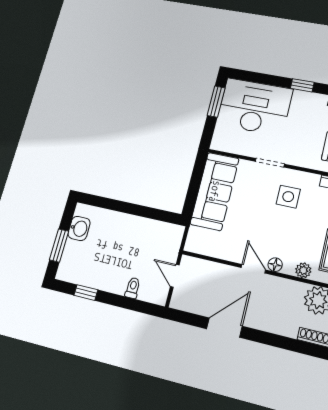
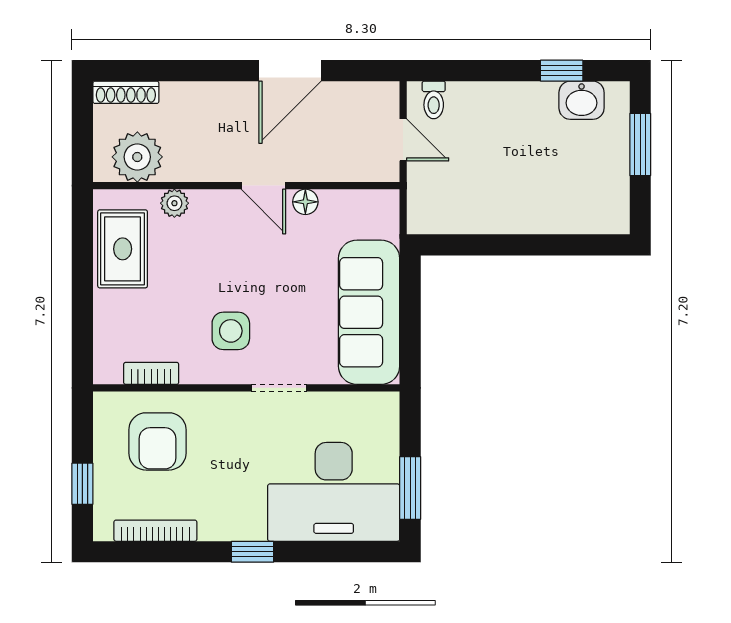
washbasin: (79, 228) -> (582, 100), moved, turned -90
floor lamp: (275, 265) -> (305, 202), moved
toilet: (133, 288) -> (434, 100), moved

